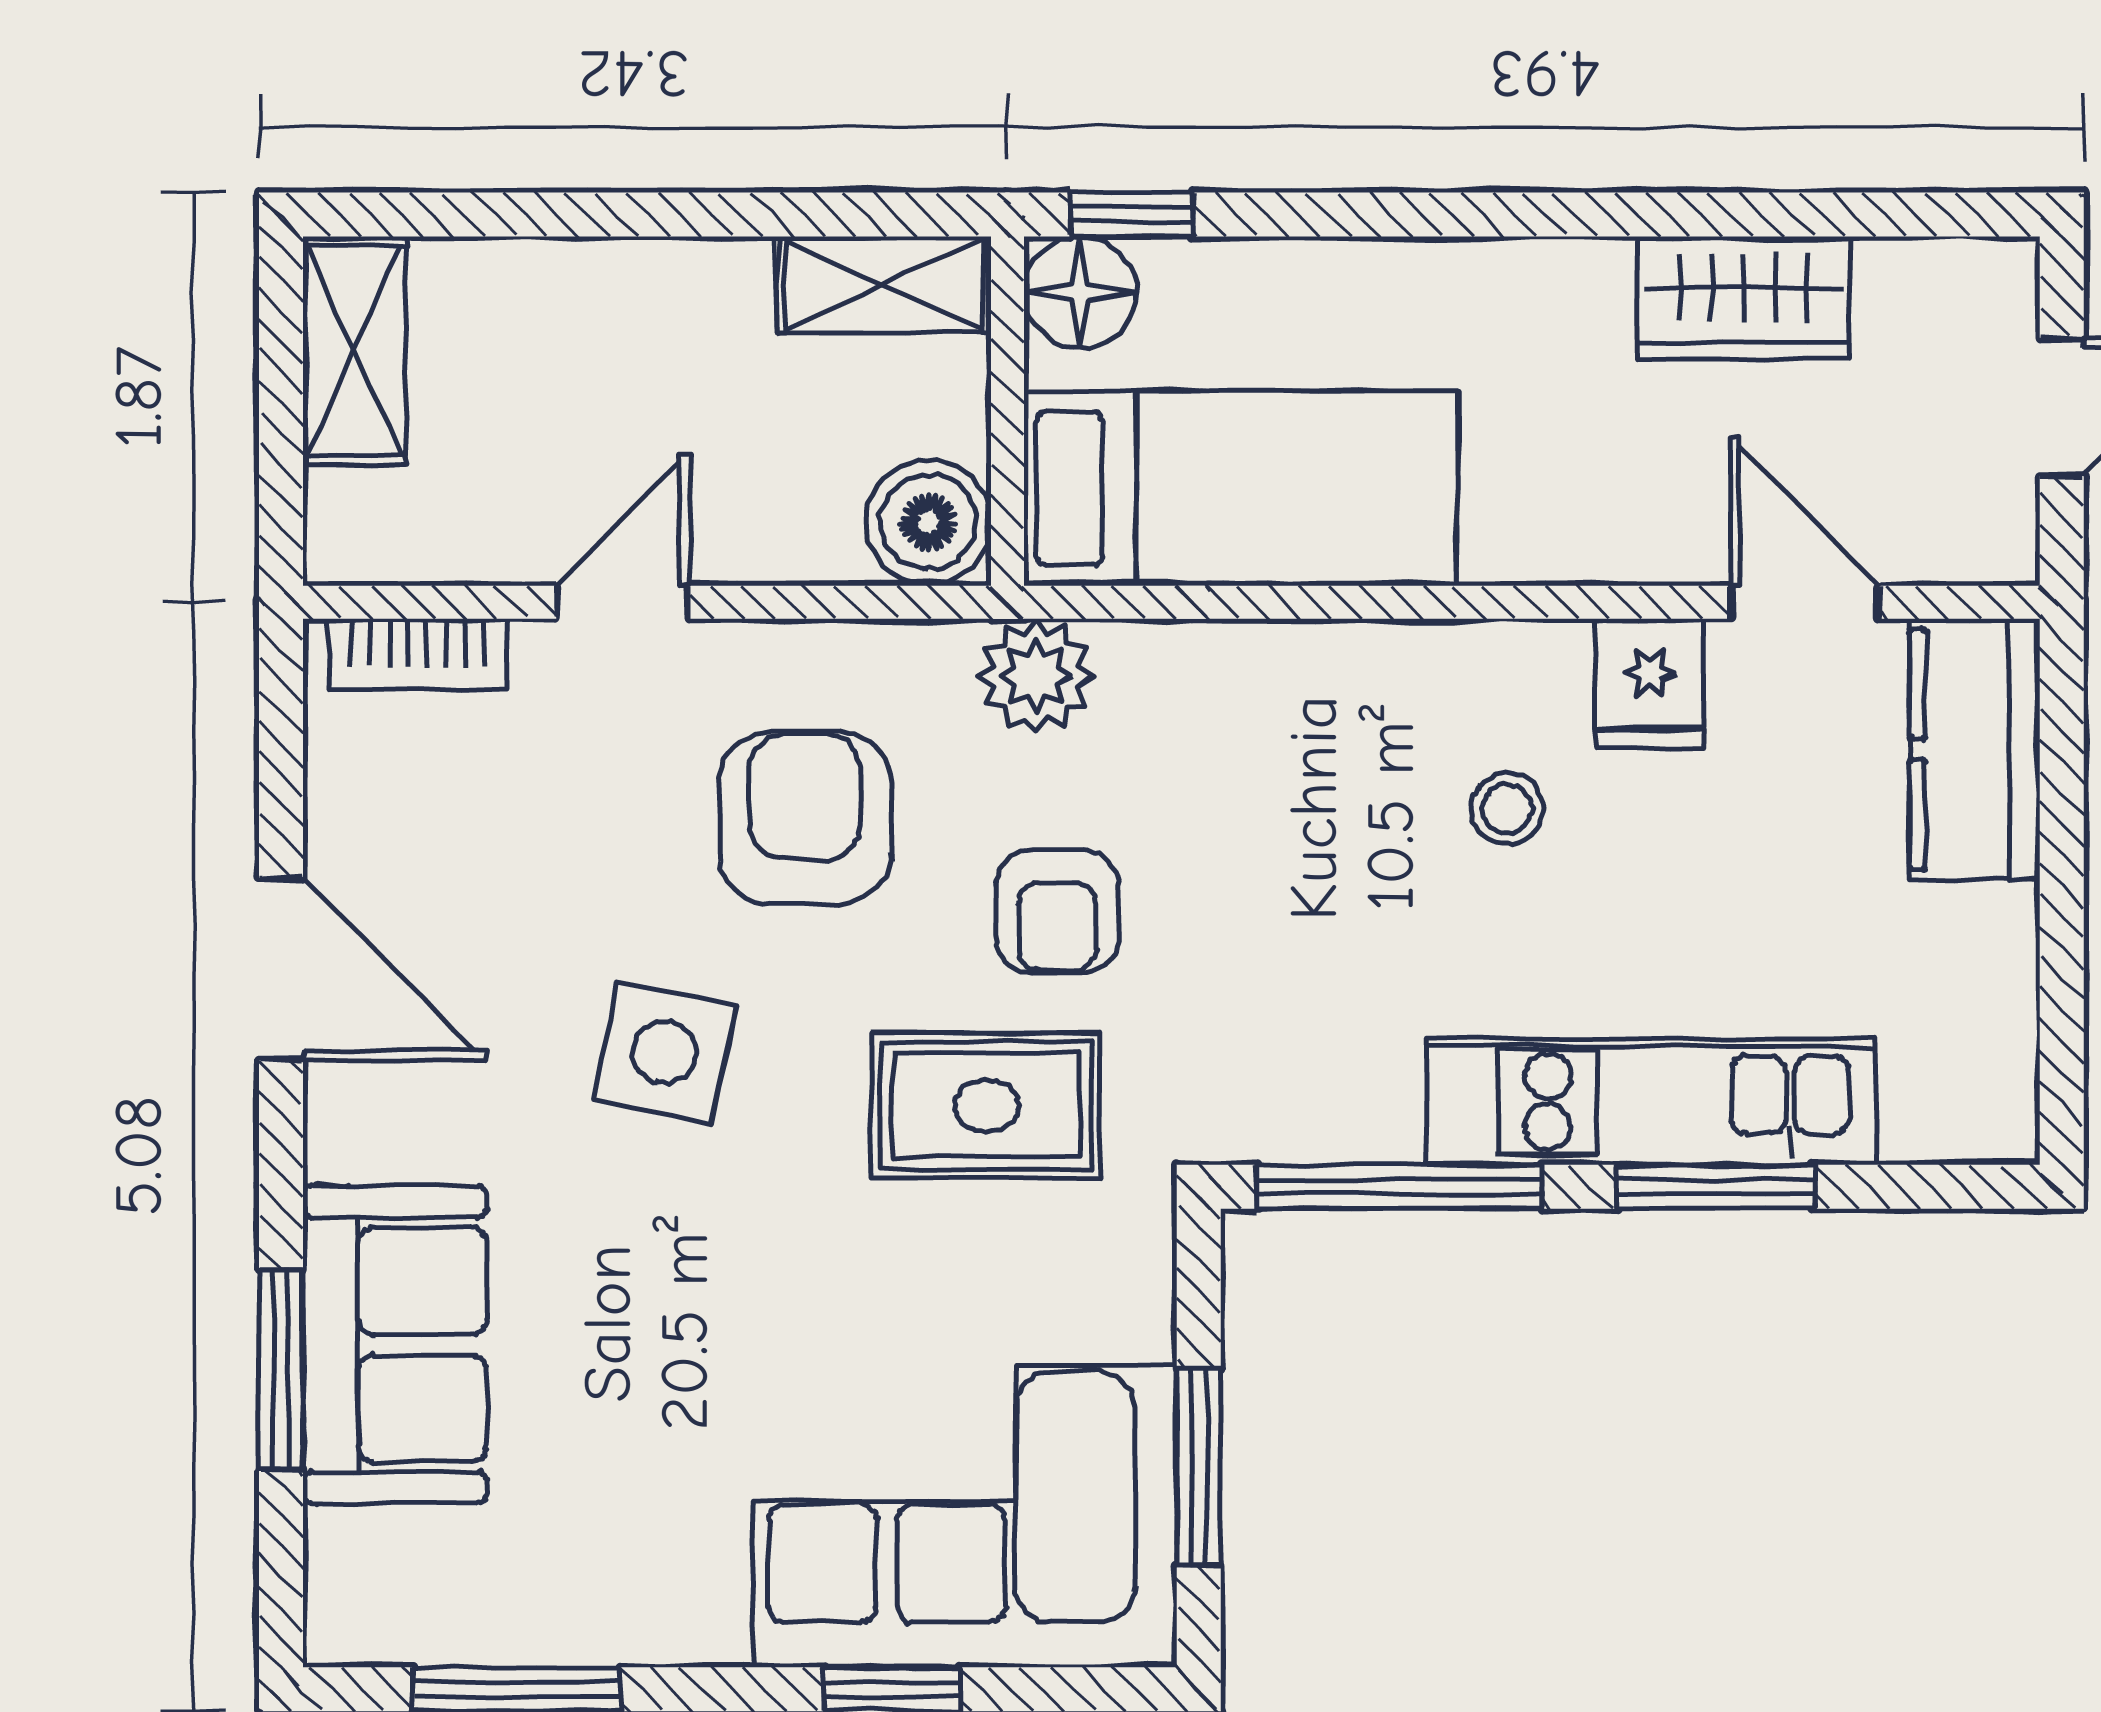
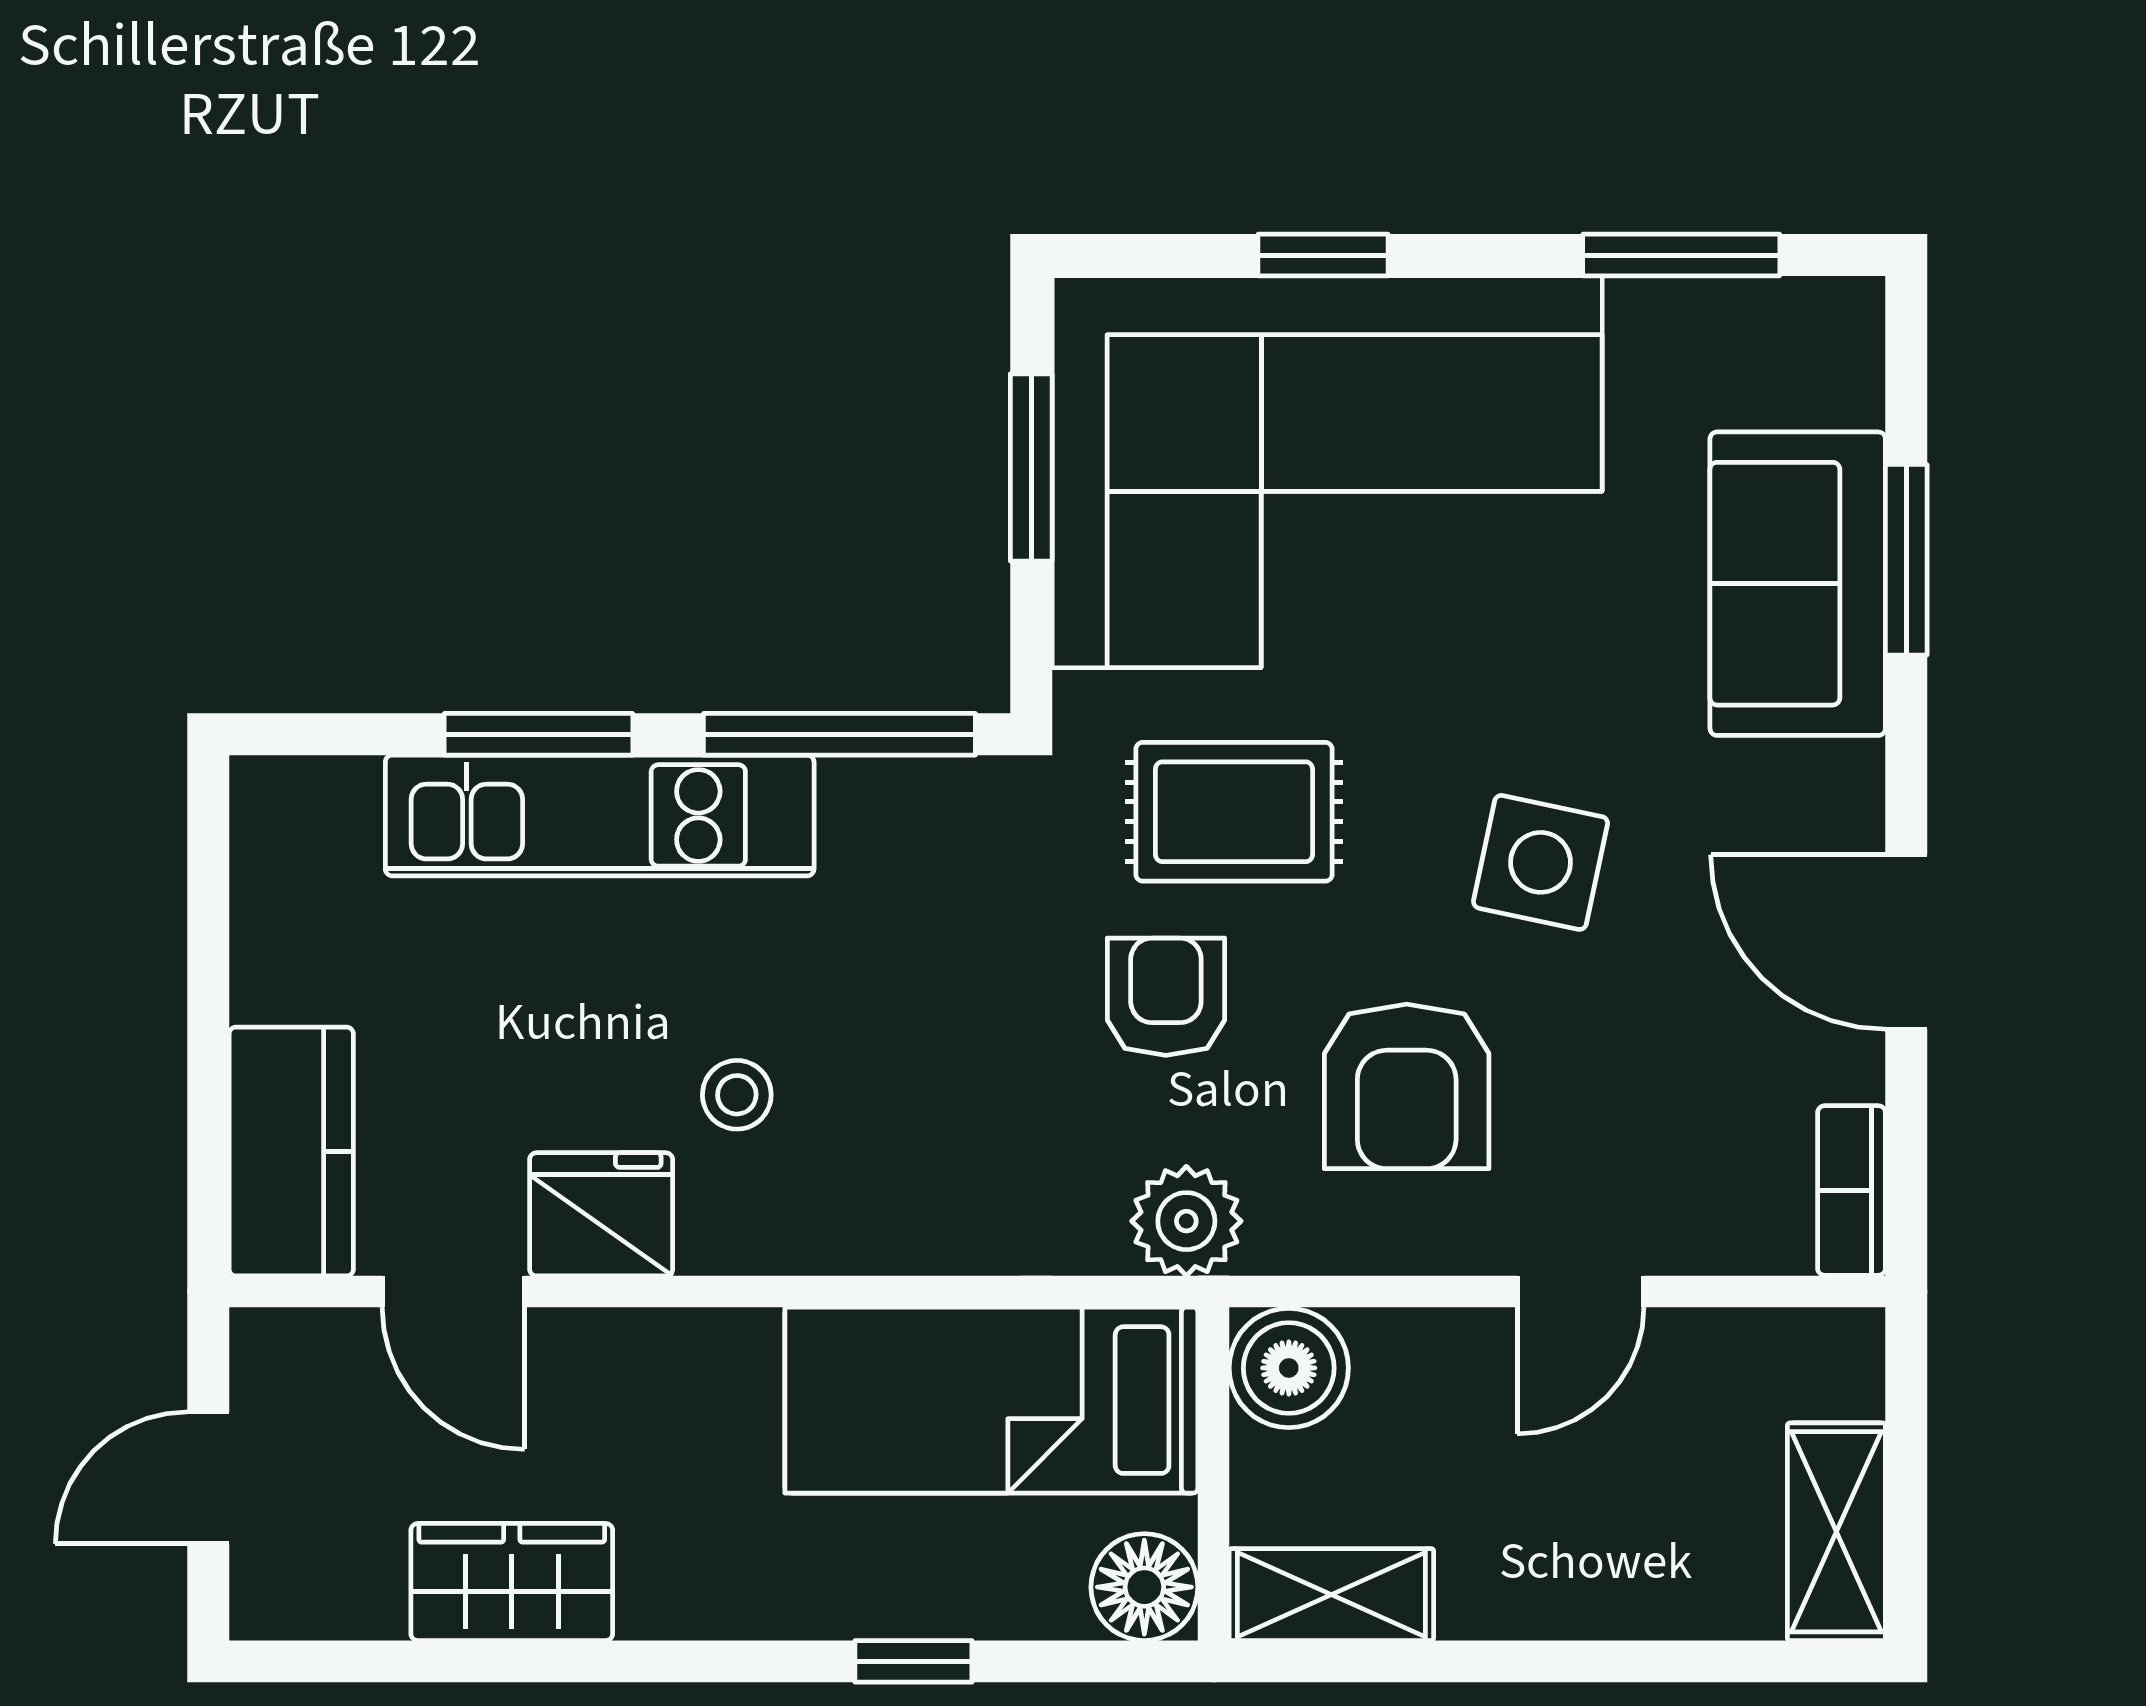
window: (1132, 214) -> (913, 1661), moved
bookcase: (417, 654) -> (1851, 1190), moved, turned -90
fridge: (1650, 683) -> (601, 1214), width x1.38
corner sofa: (965, 1516) -> (1327, 472), width x1.36, depth x1.36

